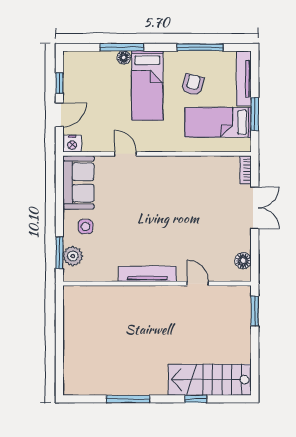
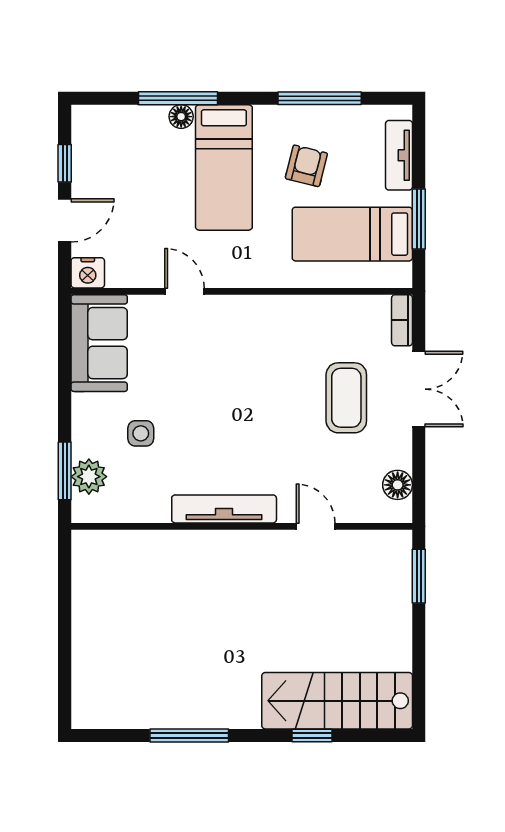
tv unit: (244, 79) -> (399, 155), width x0.71
coffee table: (215, 213) -> (346, 398), added
side table: (86, 226) -> (141, 433), moved

